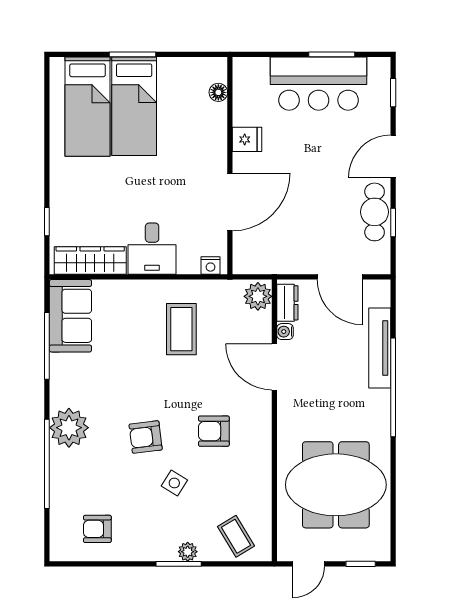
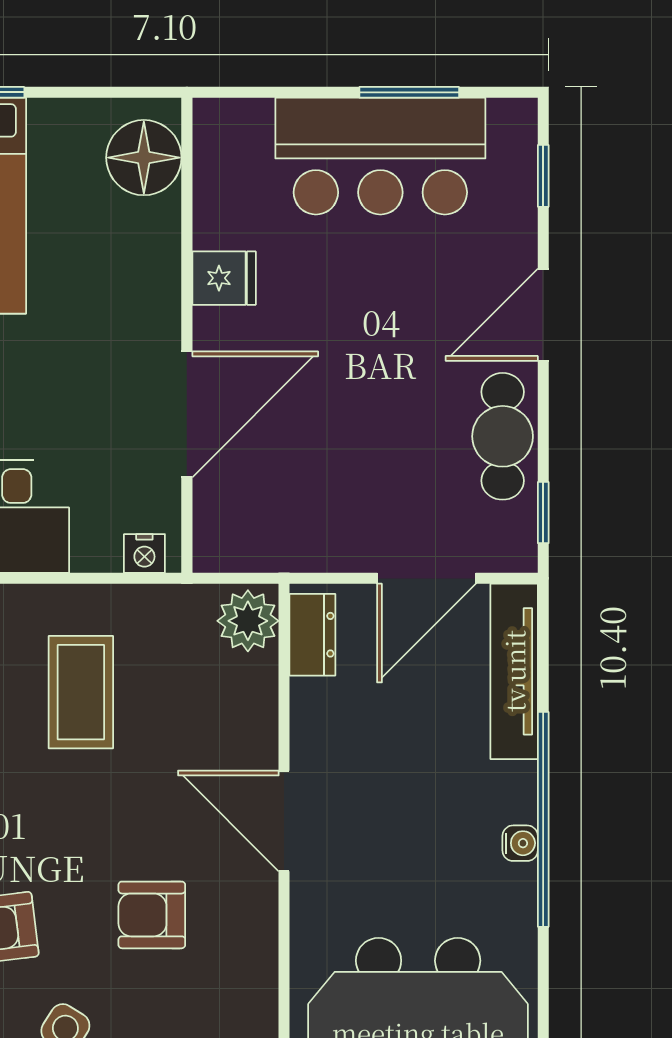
floor lamp: (218, 92) -> (144, 158), width x1.89, depth x1.89
window: (393, 223) -> (543, 513), moved
door: (340, 277) -> (426, 578), hinge flipped
water cooler: (285, 332) -> (520, 843), moved, turned 180
tv unit: (380, 348) -> (514, 671), moved
door: (274, 367) -> (284, 821), moved

